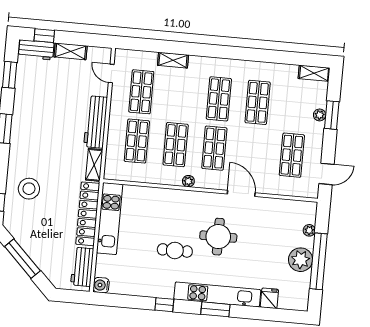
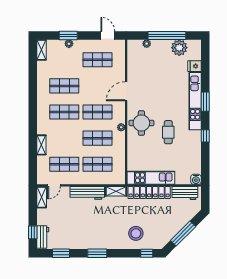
shelving: (71, 51) -> (42, 197), moved
round table: (218, 237) -> (141, 123), moved
plant: (301, 260) -> (179, 48), moved

